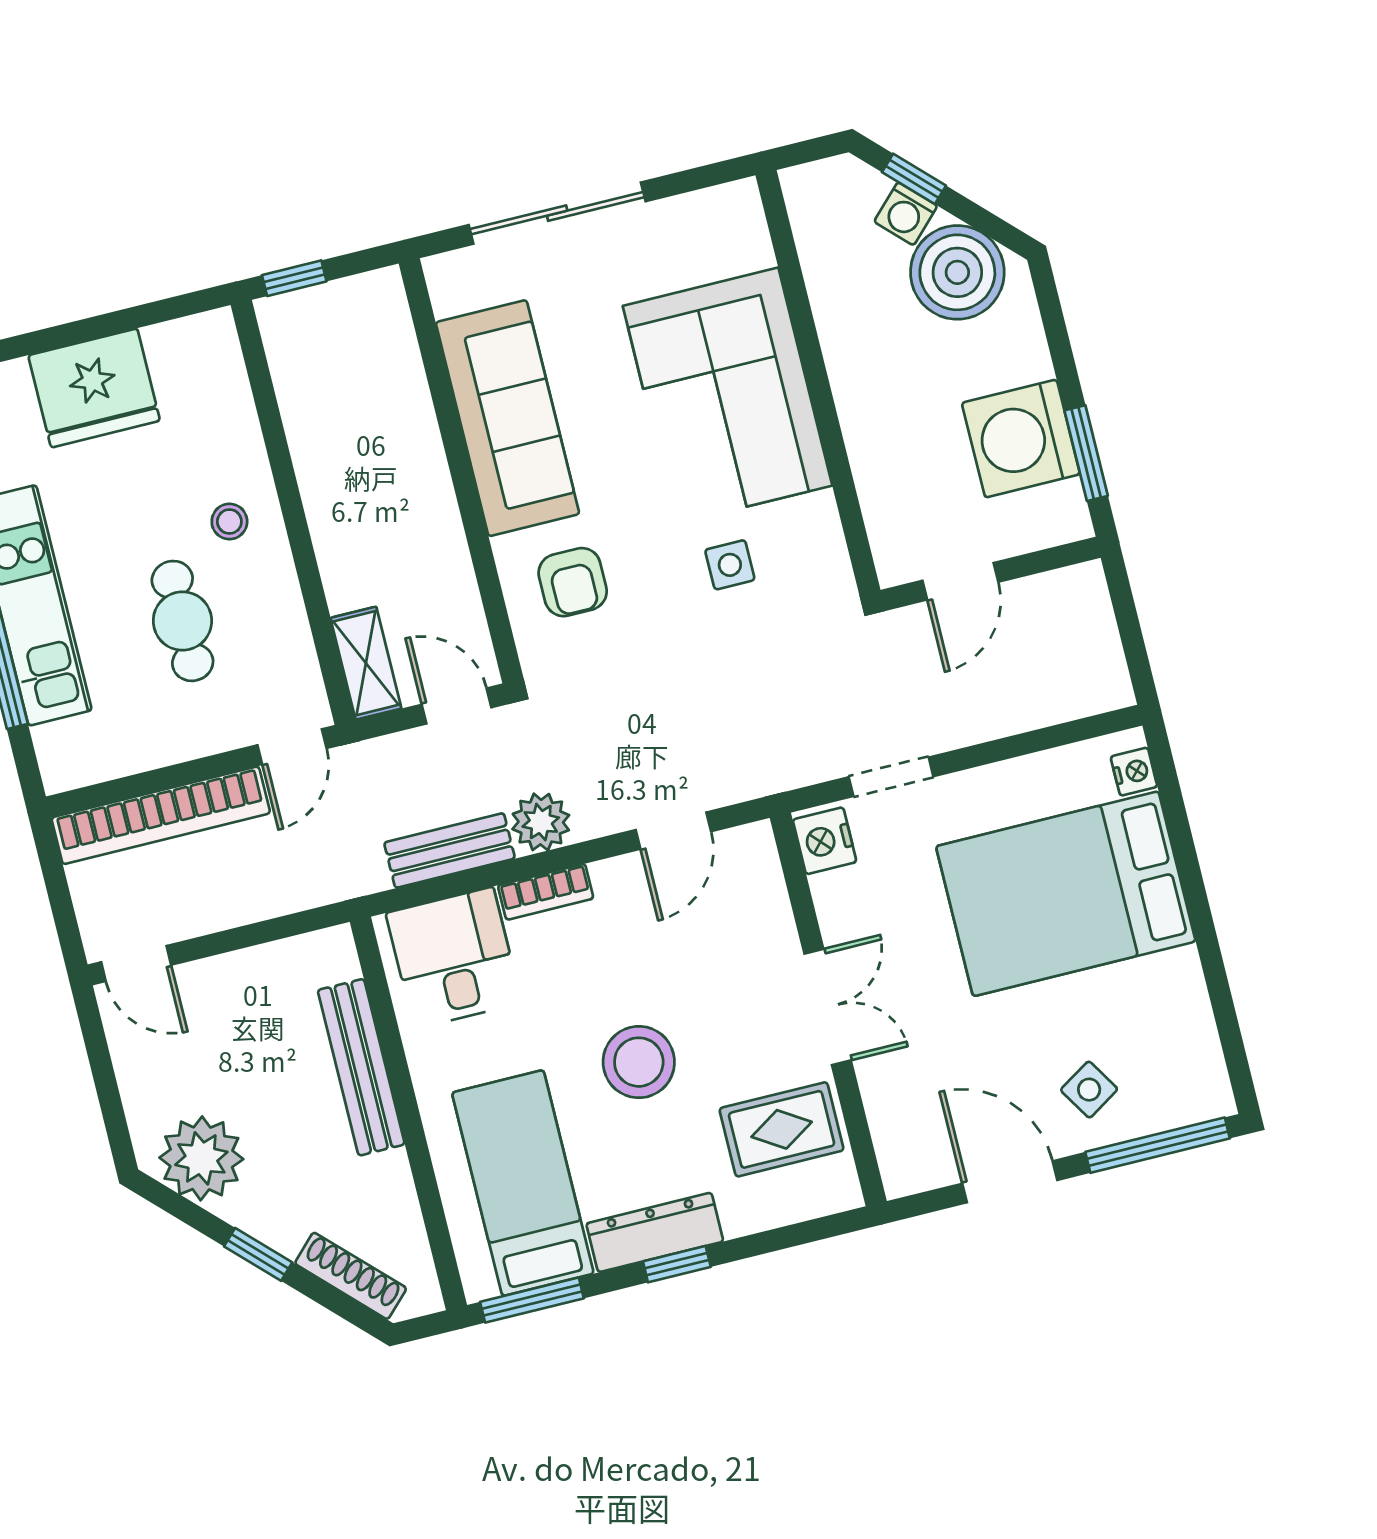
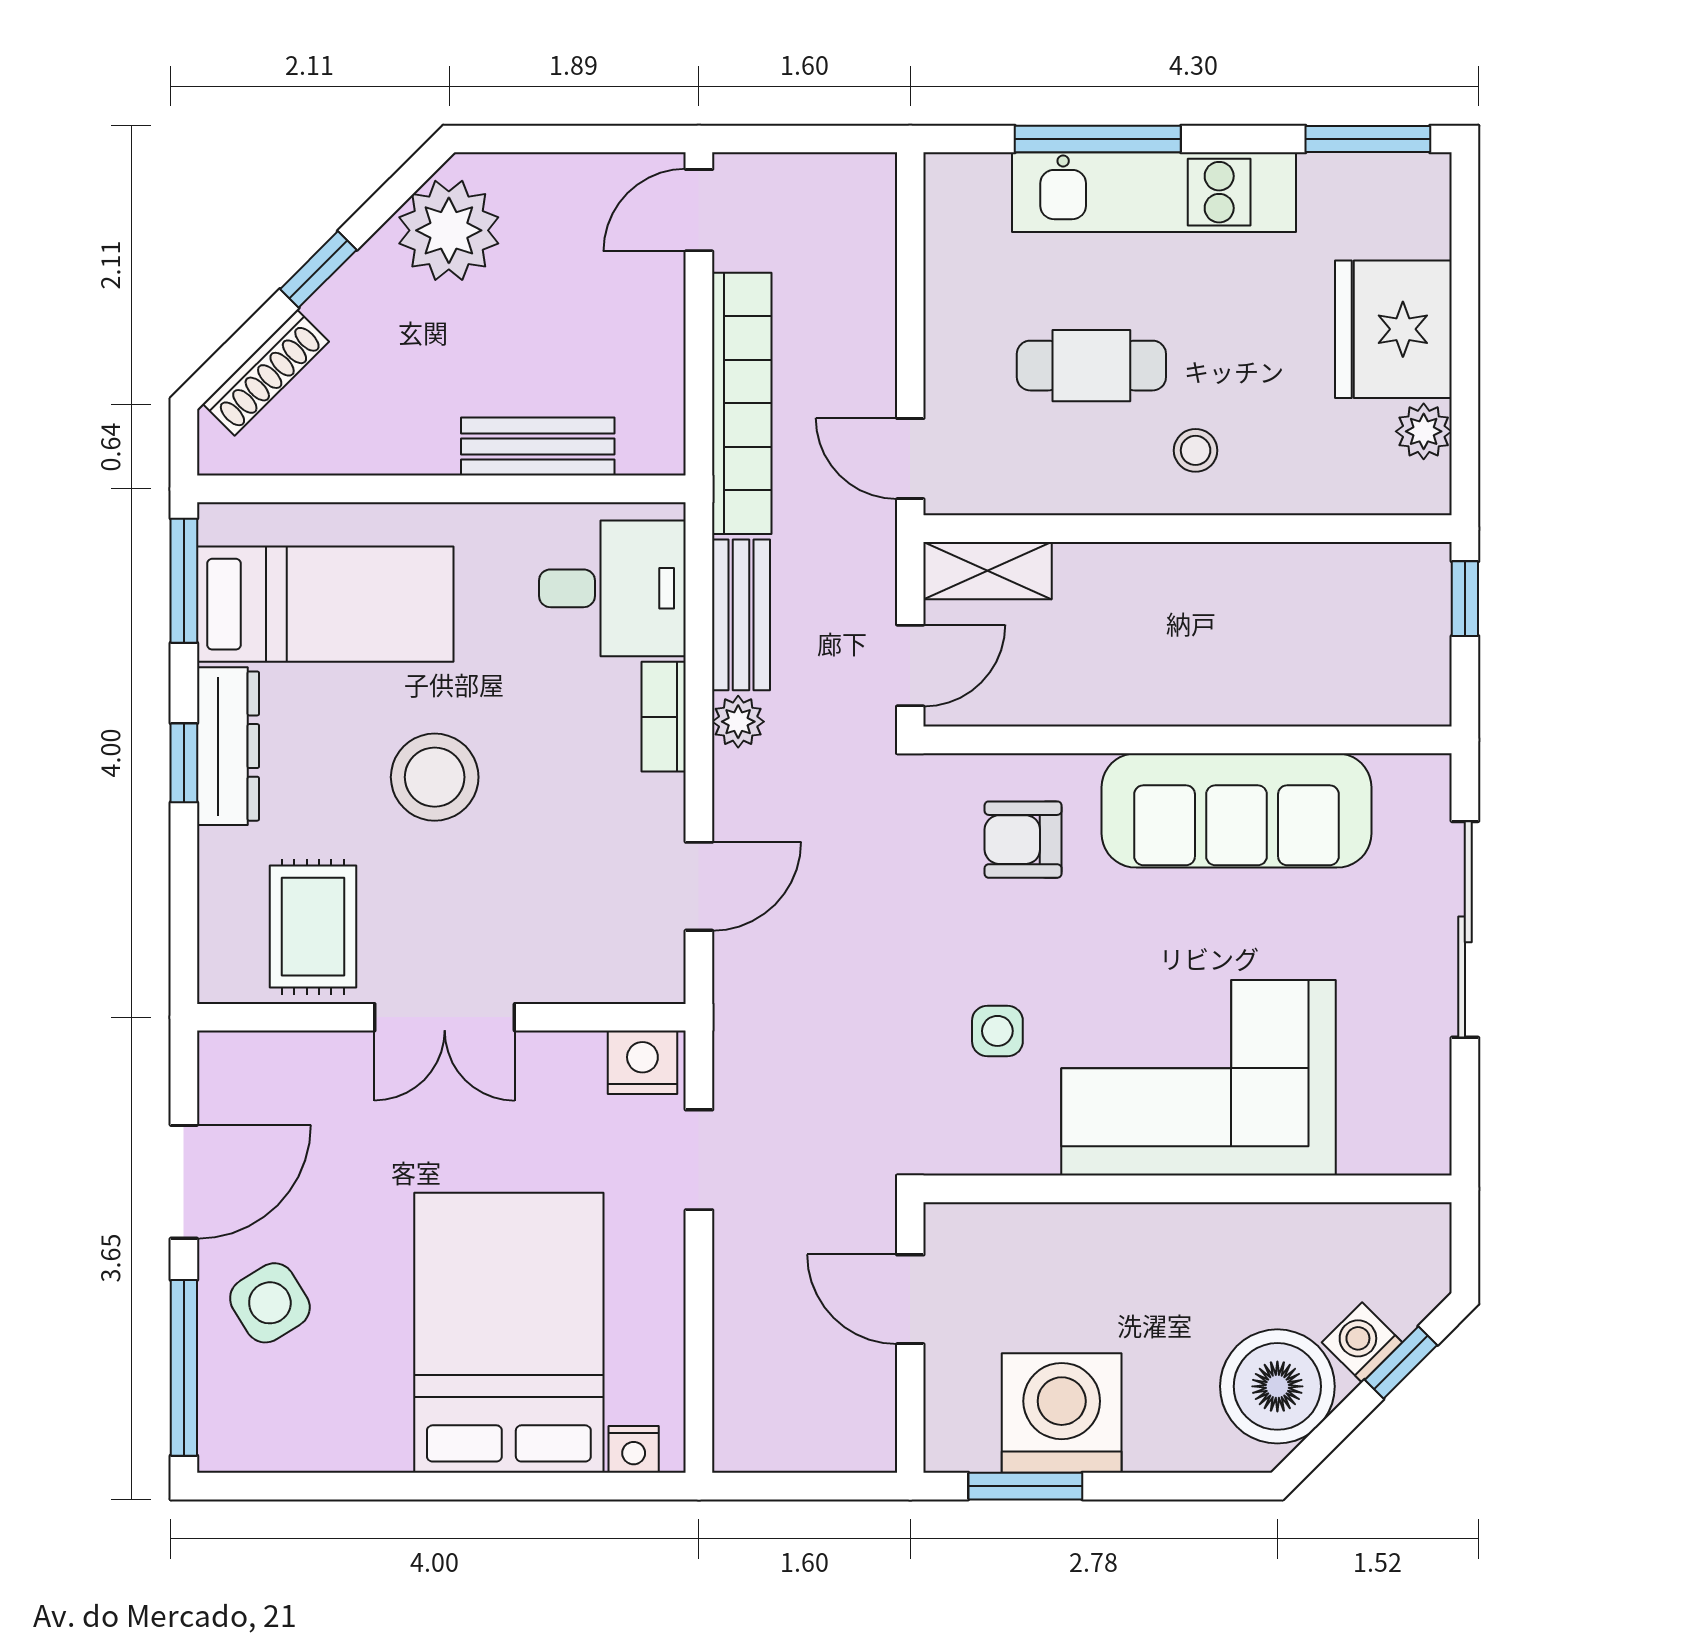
plant: (169, 344) -> (1424, 431), added
bookcase: (161, 815) -> (742, 403), moved, turned 180
plant: (541, 822) -> (738, 722), width x0.73, depth x0.73
door: (673, 831) -> (699, 886), swing flipped
bench: (361, 1067) -> (538, 447), width x0.73
side table: (1089, 1090) -> (270, 1303), width x1.37, depth x1.37

